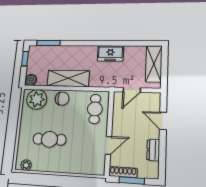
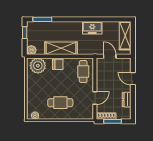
door: (132, 90) -> (110, 56), swing flipped
cafe table: (49, 139) -> (60, 103), moved

